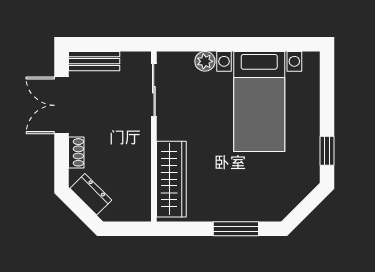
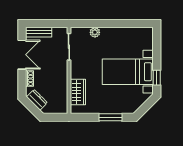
bed with nightstands: (259, 101) -> (128, 72), moved, turned 90
double door: (62, 105) -> (22, 55), swing flipped
wardrobe: (171, 179) -> (78, 92), width x0.67

